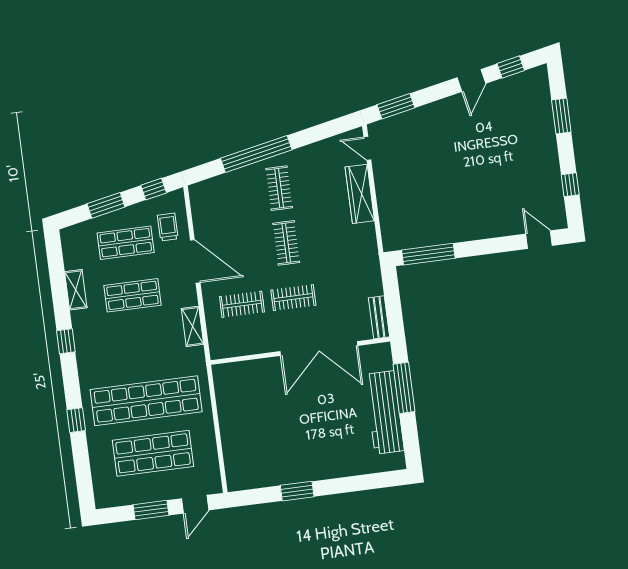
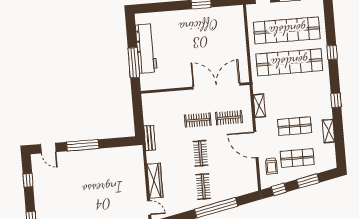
window: (428, 254) -> (83, 145), moved
bench: (379, 317) -> (149, 138), moved
double door: (319, 348) -> (216, 86), moved
shop shelf: (153, 453) -> (287, 30), width x1.40

